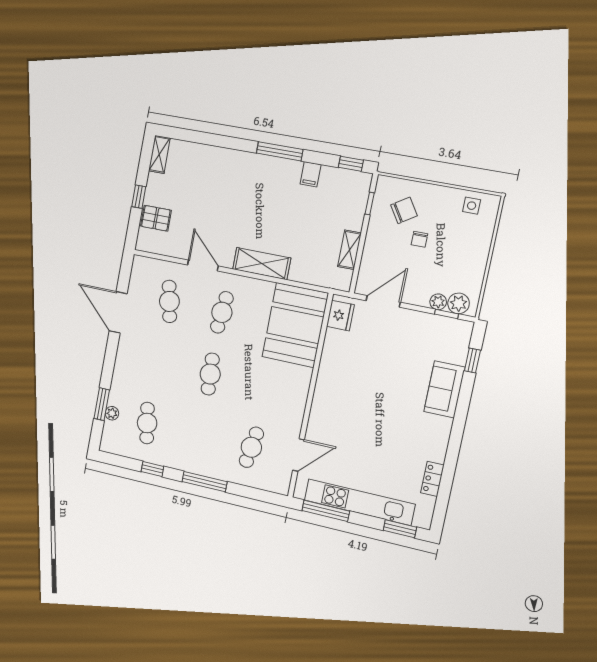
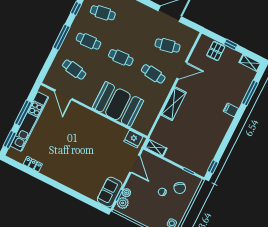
window: (280, 151) -> (250, 93), moved
filing cabinet: (311, 174) -> (231, 110), moved
shelving: (349, 250) -> (156, 148), moved
booth: (295, 325) -> (118, 104), moved
window: (472, 360) -> (91, 202), removed
sofa: (444, 389) -> (110, 192), moved, turned -90
cafe table: (199, 435) -> (88, 41), added
window: (326, 511) -> (23, 113), moved

